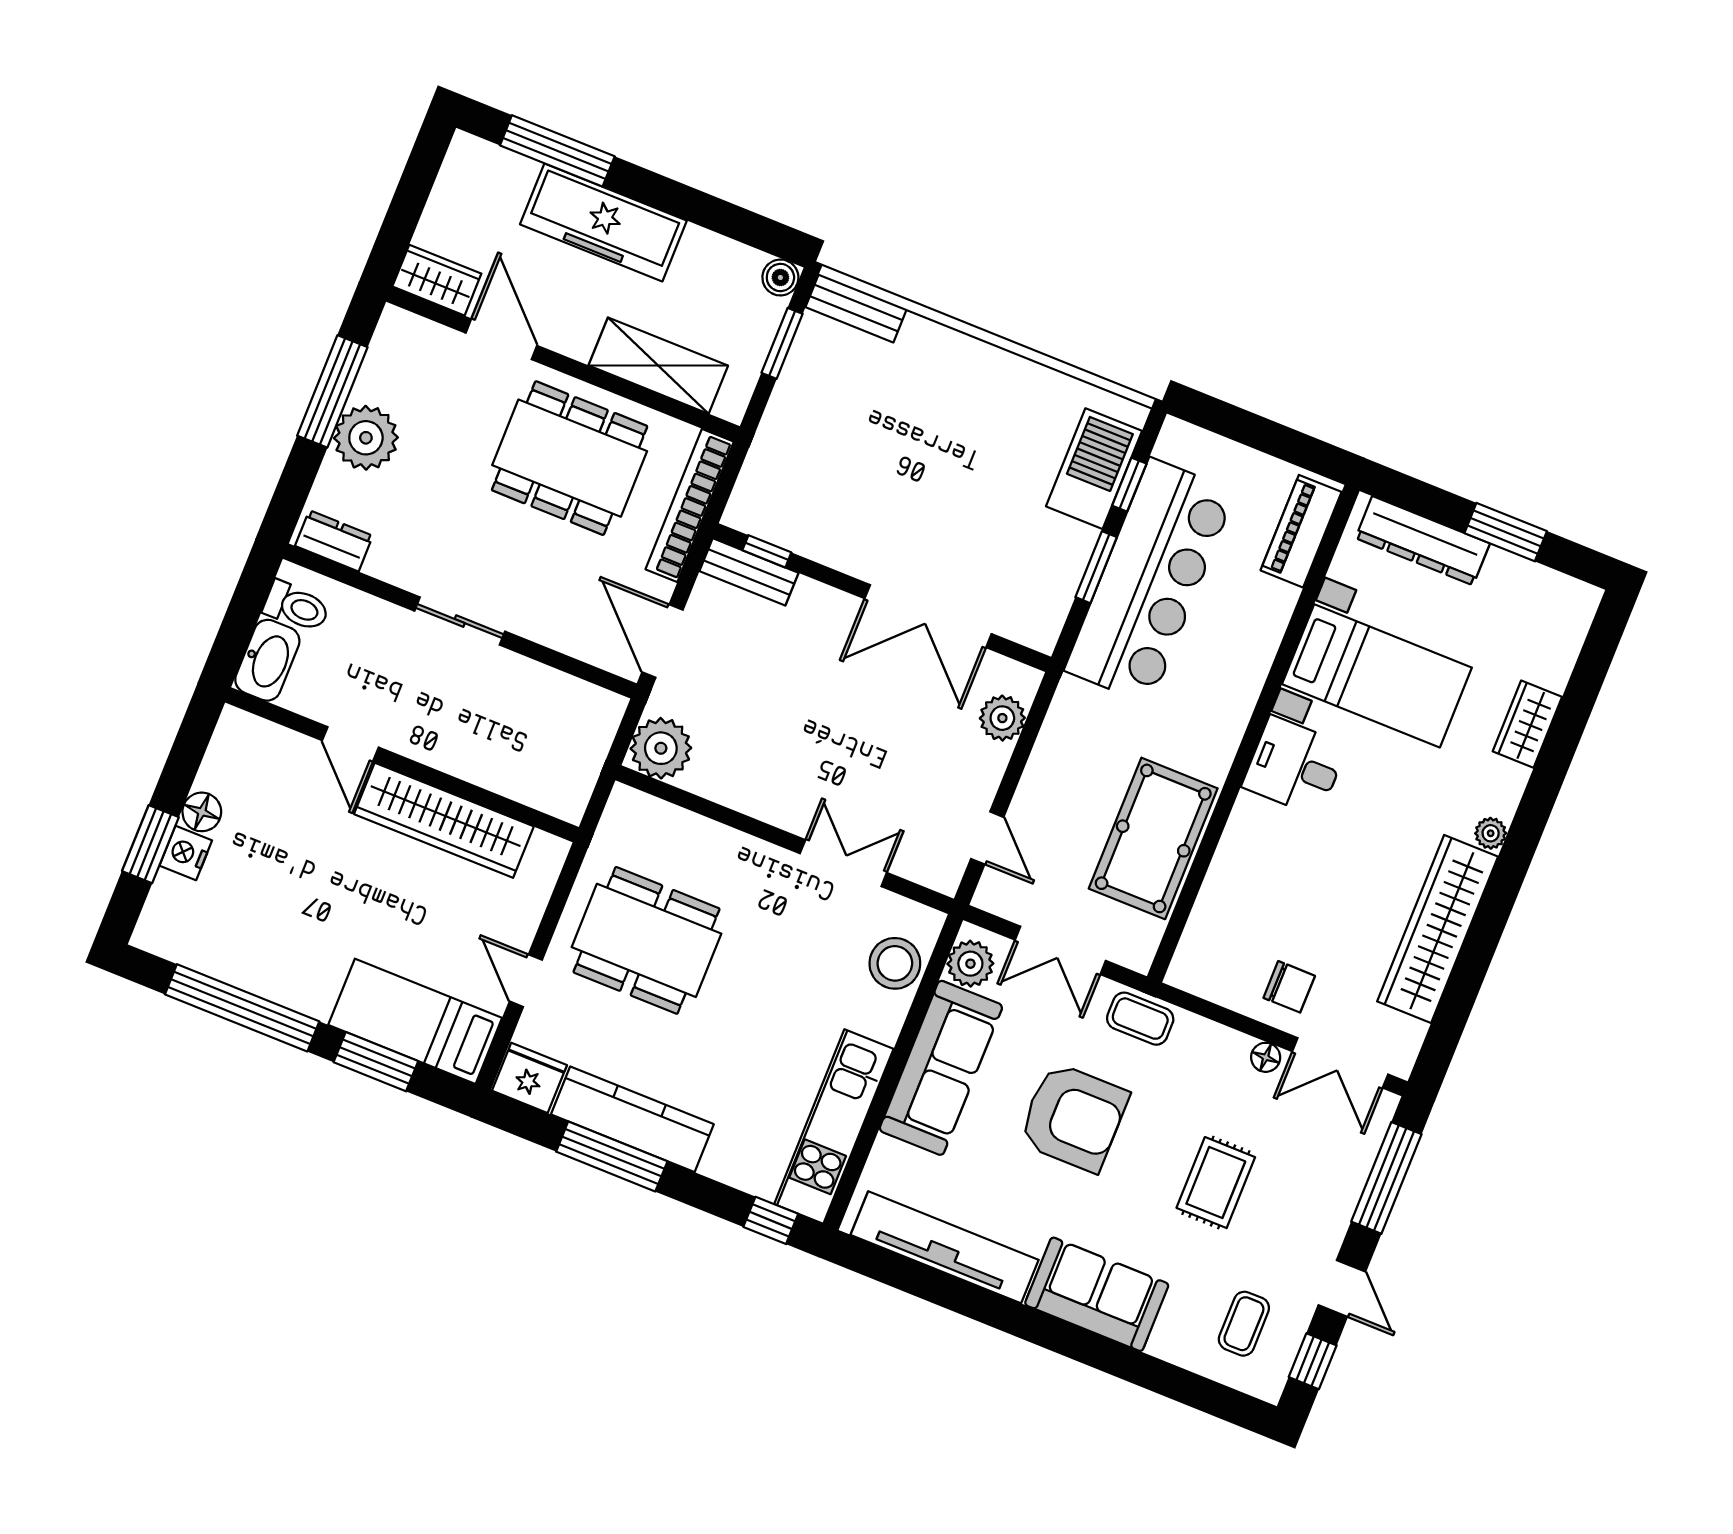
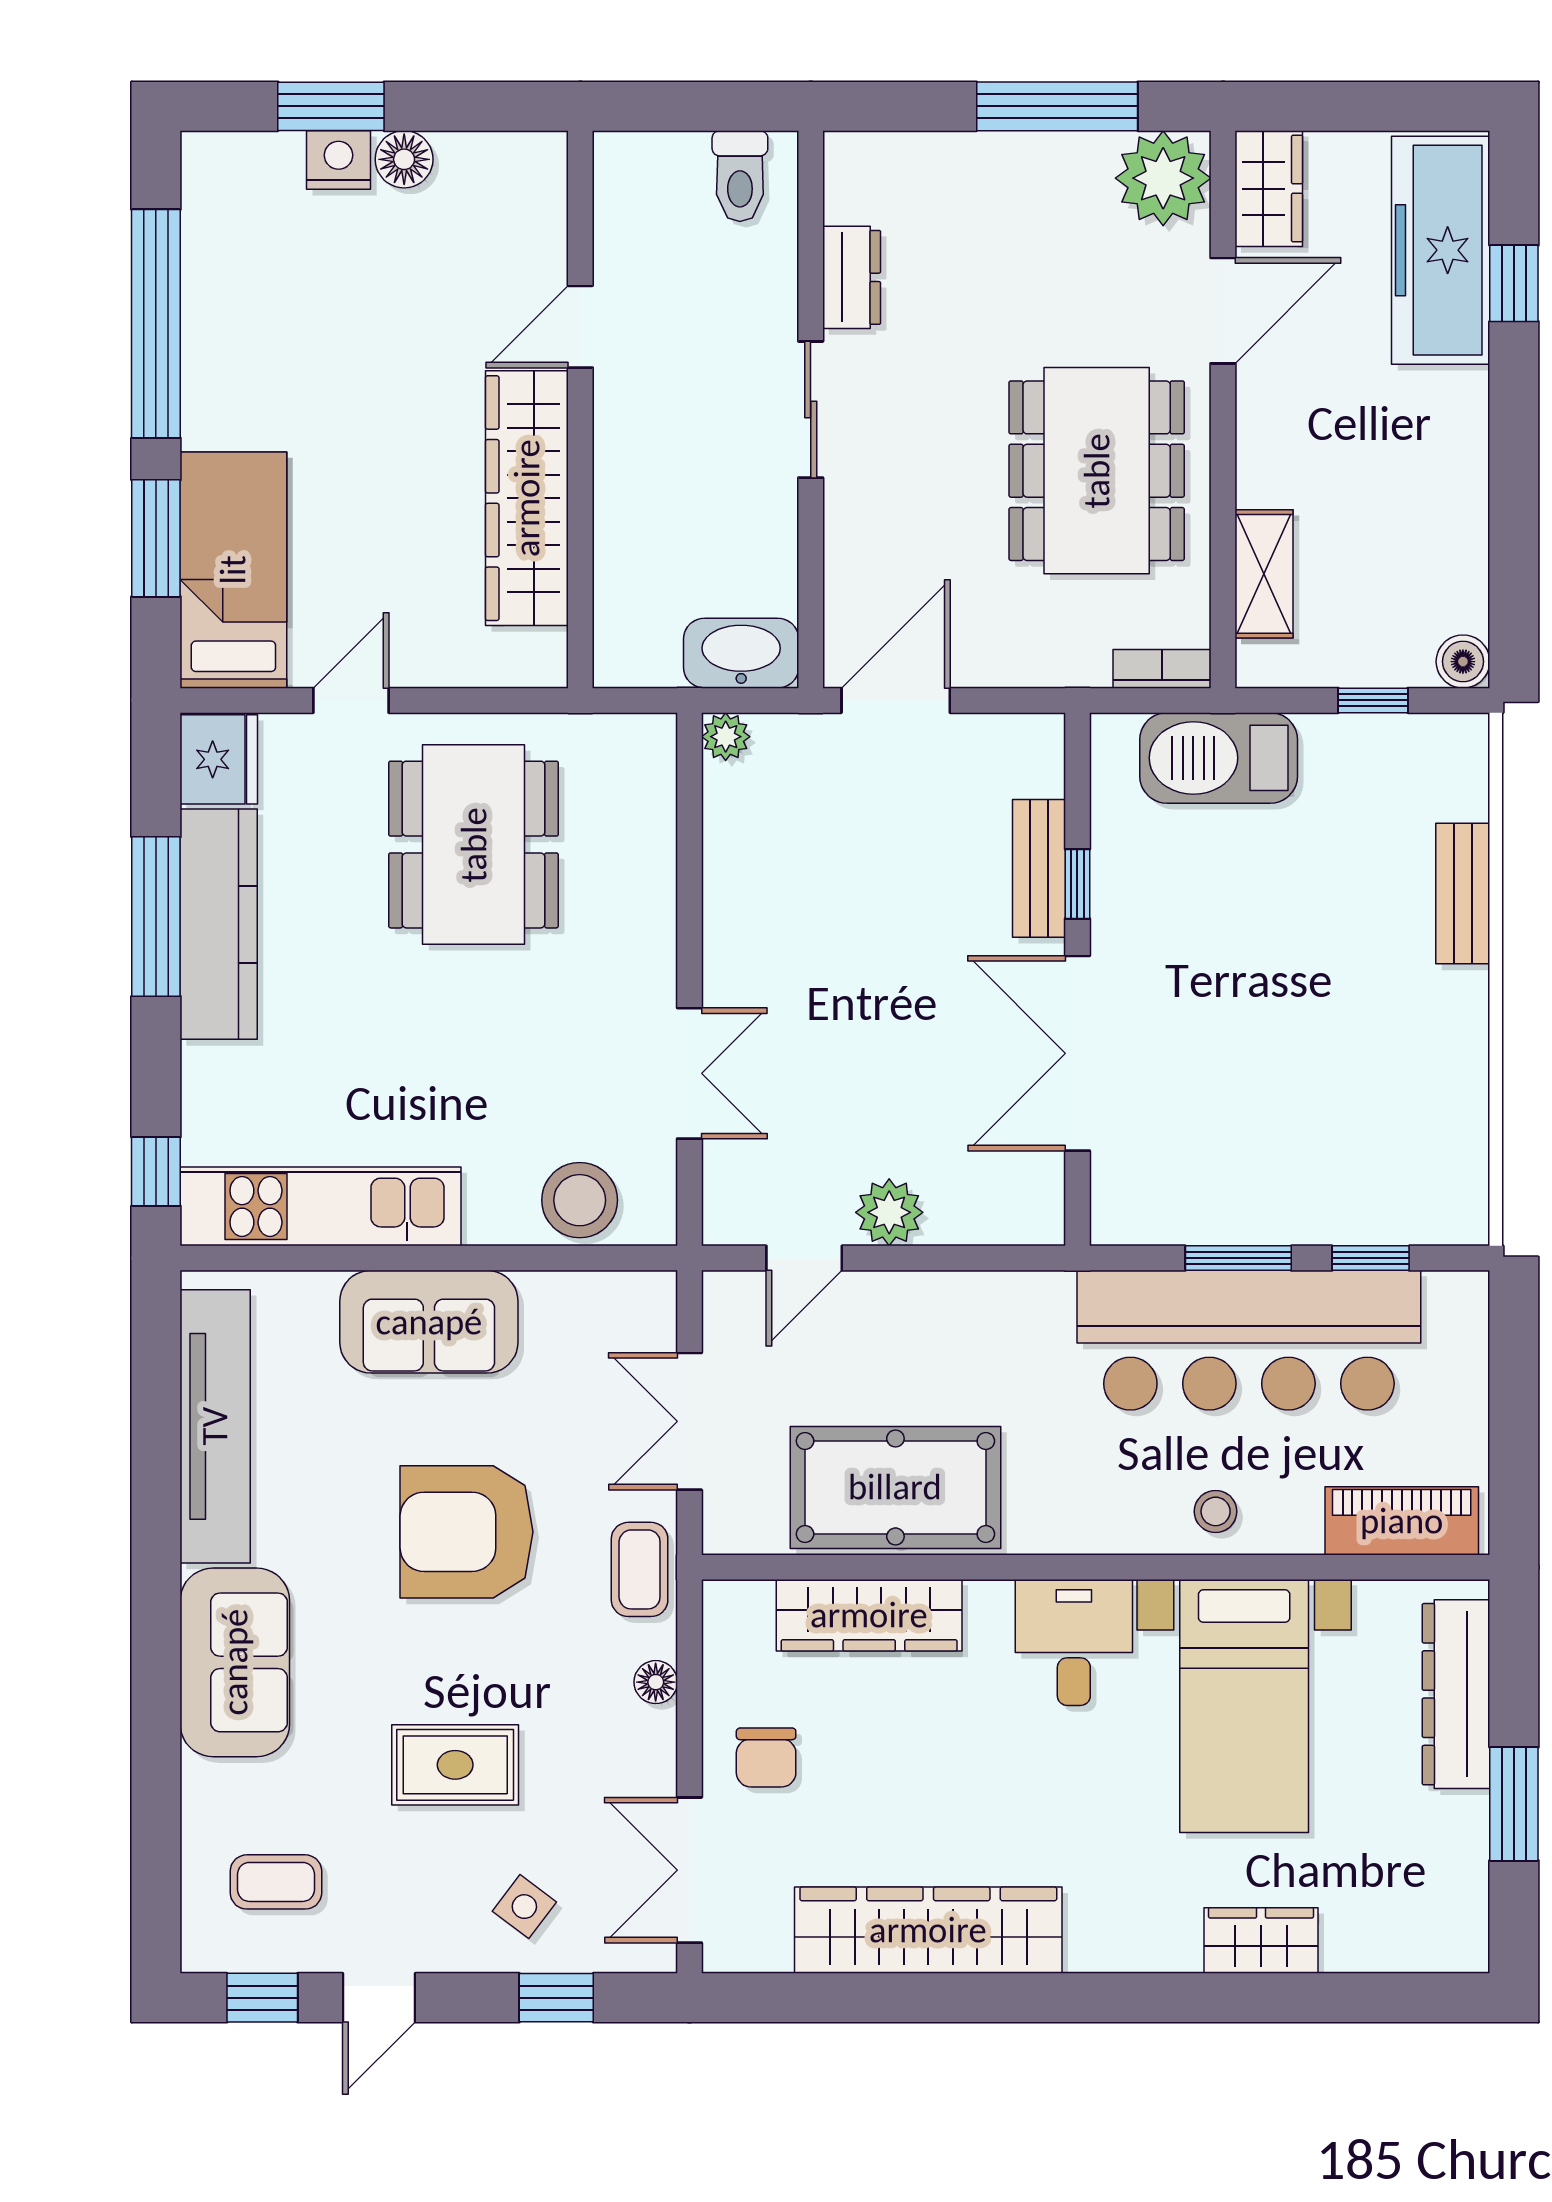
window: (557, 151) -> (1514, 283), width x0.46
freezer: (603, 222) -> (1441, 250), moved
bench: (856, 308) -> (1463, 894), moved
window: (782, 343) -> (1373, 700), width x0.67
shelving: (658, 366) -> (1264, 574), width x0.67, depth x0.75
plant: (366, 438) -> (1163, 178), moved
barbecue: (1094, 469) -> (1219, 758), moved, turned 180
bookcase: (690, 505) -> (1162, 669), width x0.43, depth x0.76
dresser: (334, 541) -> (852, 277), moved
window: (767, 551) -> (1077, 884), moved
bench: (749, 572) -> (1039, 868), moved
stool: (1248, 645) -> (1216, 1511), added
washbasin: (267, 660) -> (741, 653), moved, turned 180
plant: (1002, 718) -> (889, 1212), moved
plant: (661, 748) -> (726, 737), width x0.53, depth x0.53
plant: (1491, 833) -> (1090, 1950), removed
wardrobe: (1226, 887) -> (869, 1615), added
plant: (970, 964) -> (621, 1305), removed
floor lamp: (1266, 1057) -> (656, 1682), moved
sofa: (941, 1068) -> (429, 1322), width x0.73
armchair: (1073, 1117) -> (467, 1532), turned 90
side table: (1322, 1175) -> (524, 1907), added
window: (1386, 1178) -> (556, 1998), width x0.46

